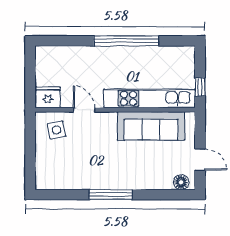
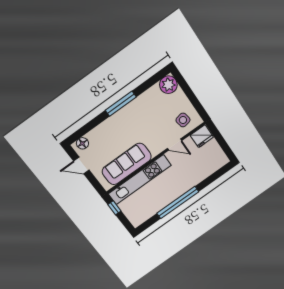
plant: (46, 179) -> (168, 85), added

